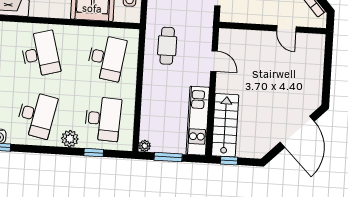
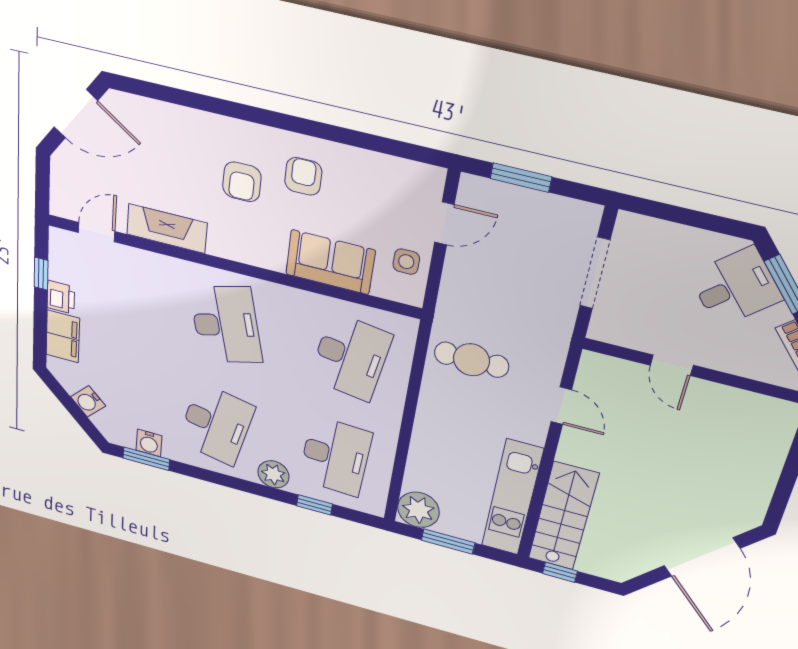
door: (286, 29) -> (672, 365), moved
cafe table: (167, 46) -> (472, 360), turned 90
plant: (145, 146) -> (418, 510), width x1.87, depth x1.87

